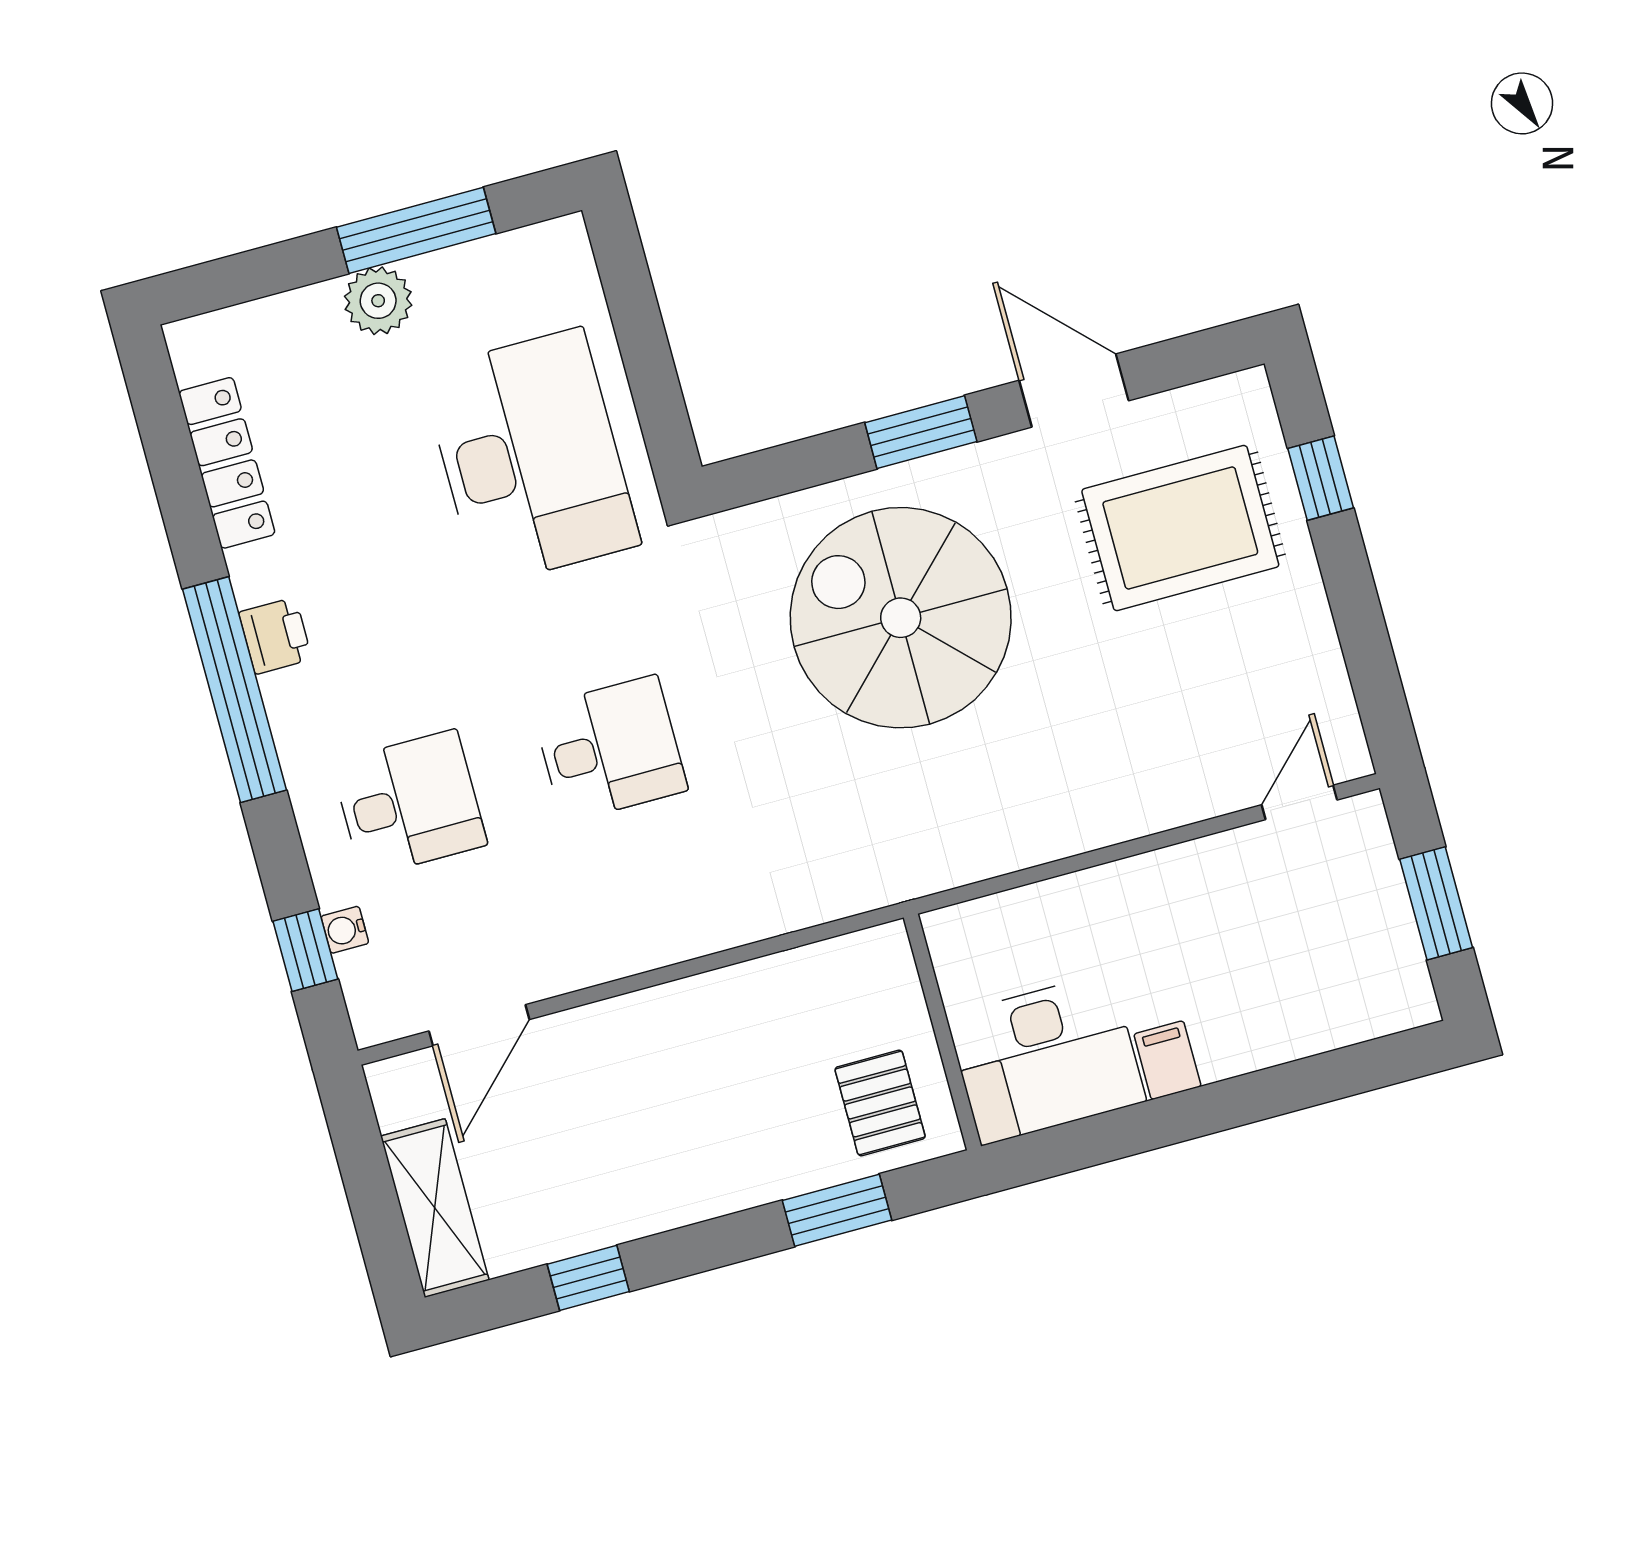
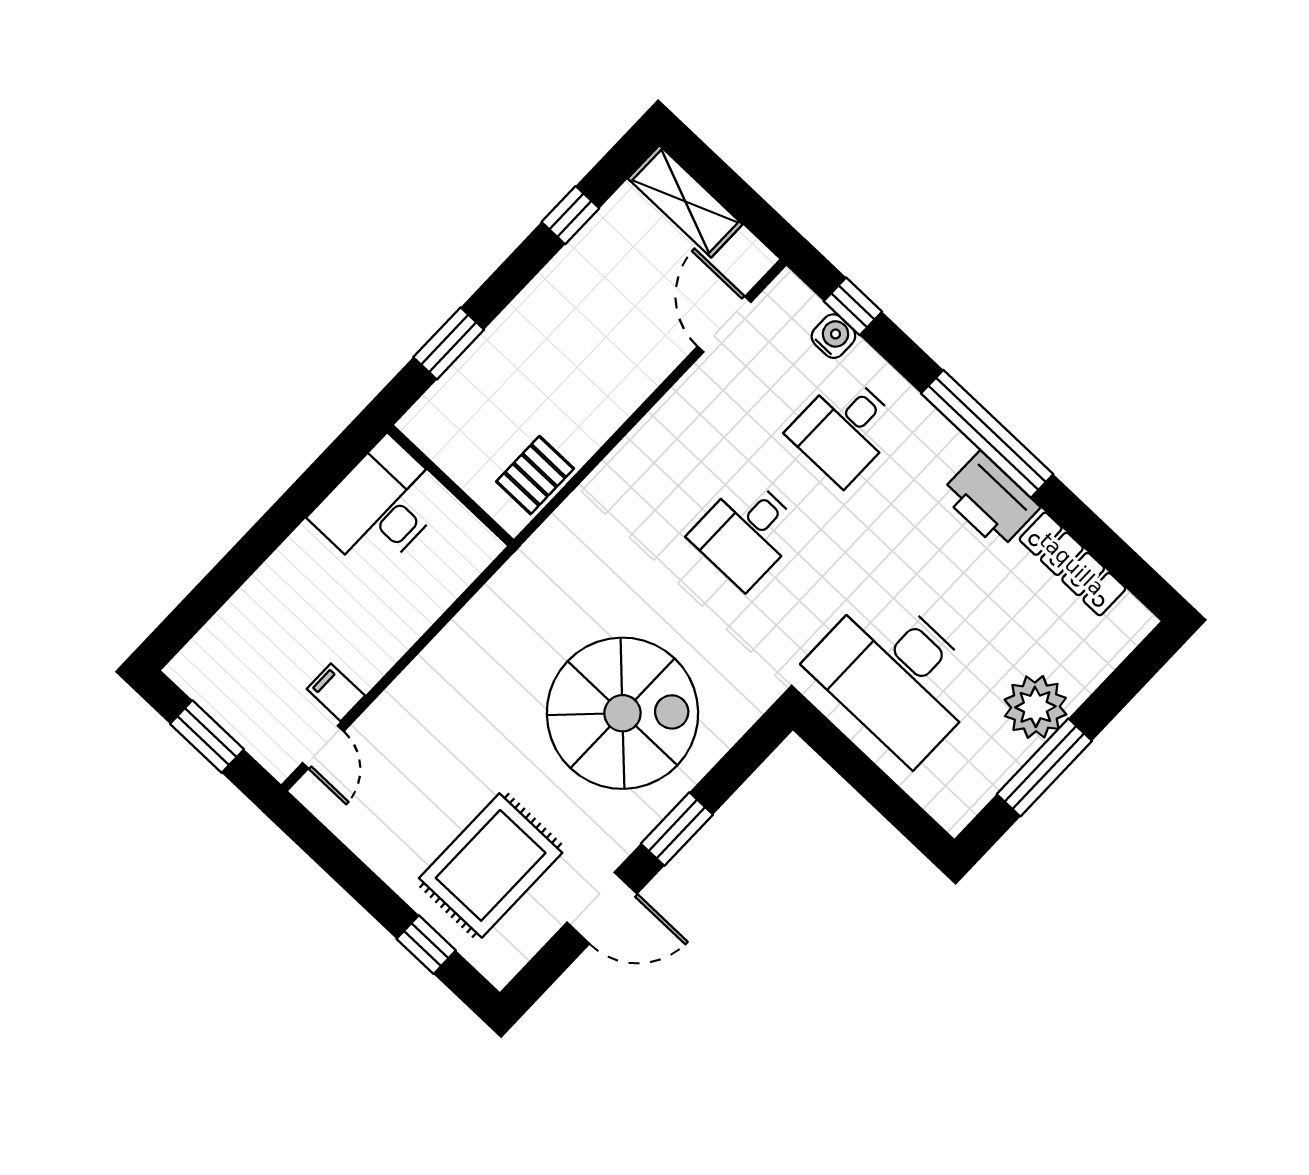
plant: (378, 301) -> (1035, 707), width x1.36, depth x1.36
printer: (275, 636) -> (990, 500), width x1.87, depth x1.48
water cooler: (345, 930) -> (833, 336), width x1.38, depth x1.38
filing cabinet: (1167, 1060) -> (336, 692), moved, turned 180
pallet: (880, 1103) -> (535, 475), moved, turned 90

